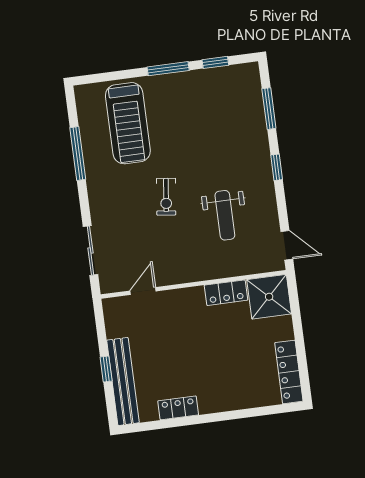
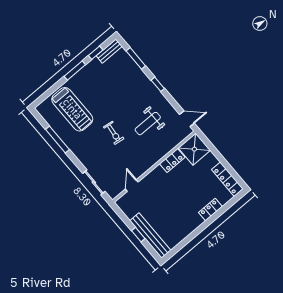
bench: (237, 73) -> (109, 51), added
weight bench: (225, 215) -> (148, 124), turned 90
locker: (178, 408) -> (210, 210), moved

